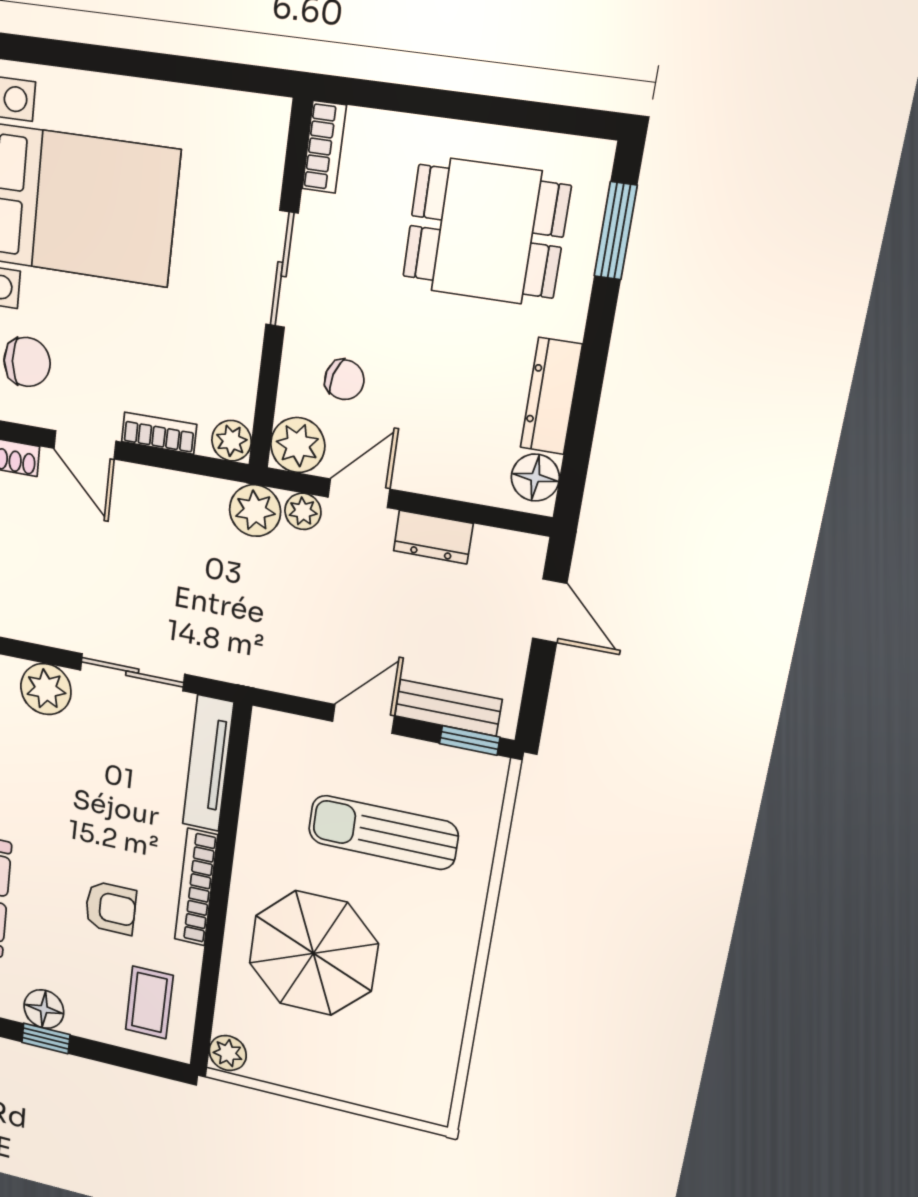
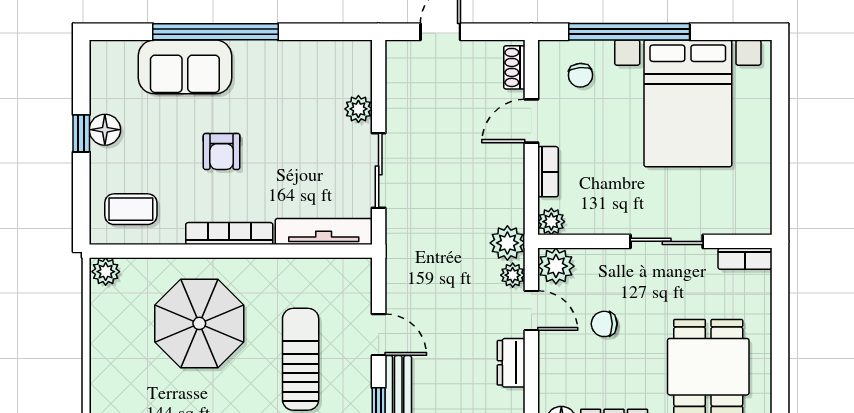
chair: (27, 362) -> (580, 75), width x0.73, depth x0.73
chair: (344, 380) -> (604, 324), moved, turned 74
plant: (46, 689) -> (358, 109), width x0.73, depth x0.73
armchair: (111, 908) -> (222, 151), moved

